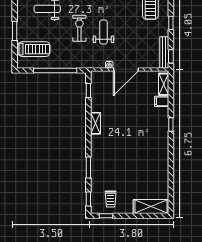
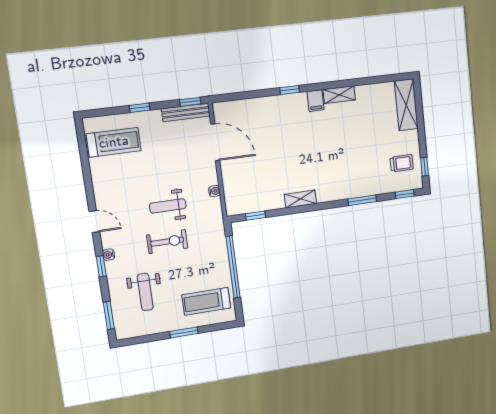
exercise bike: (79, 28) -> (167, 242), turned 180
treadmill: (34, 49) -> (206, 301), turned -90
door: (126, 69) -> (215, 142), moved
shelving: (164, 84) -> (339, 95), moved
filing cabinet: (162, 101) -> (315, 101), moved

